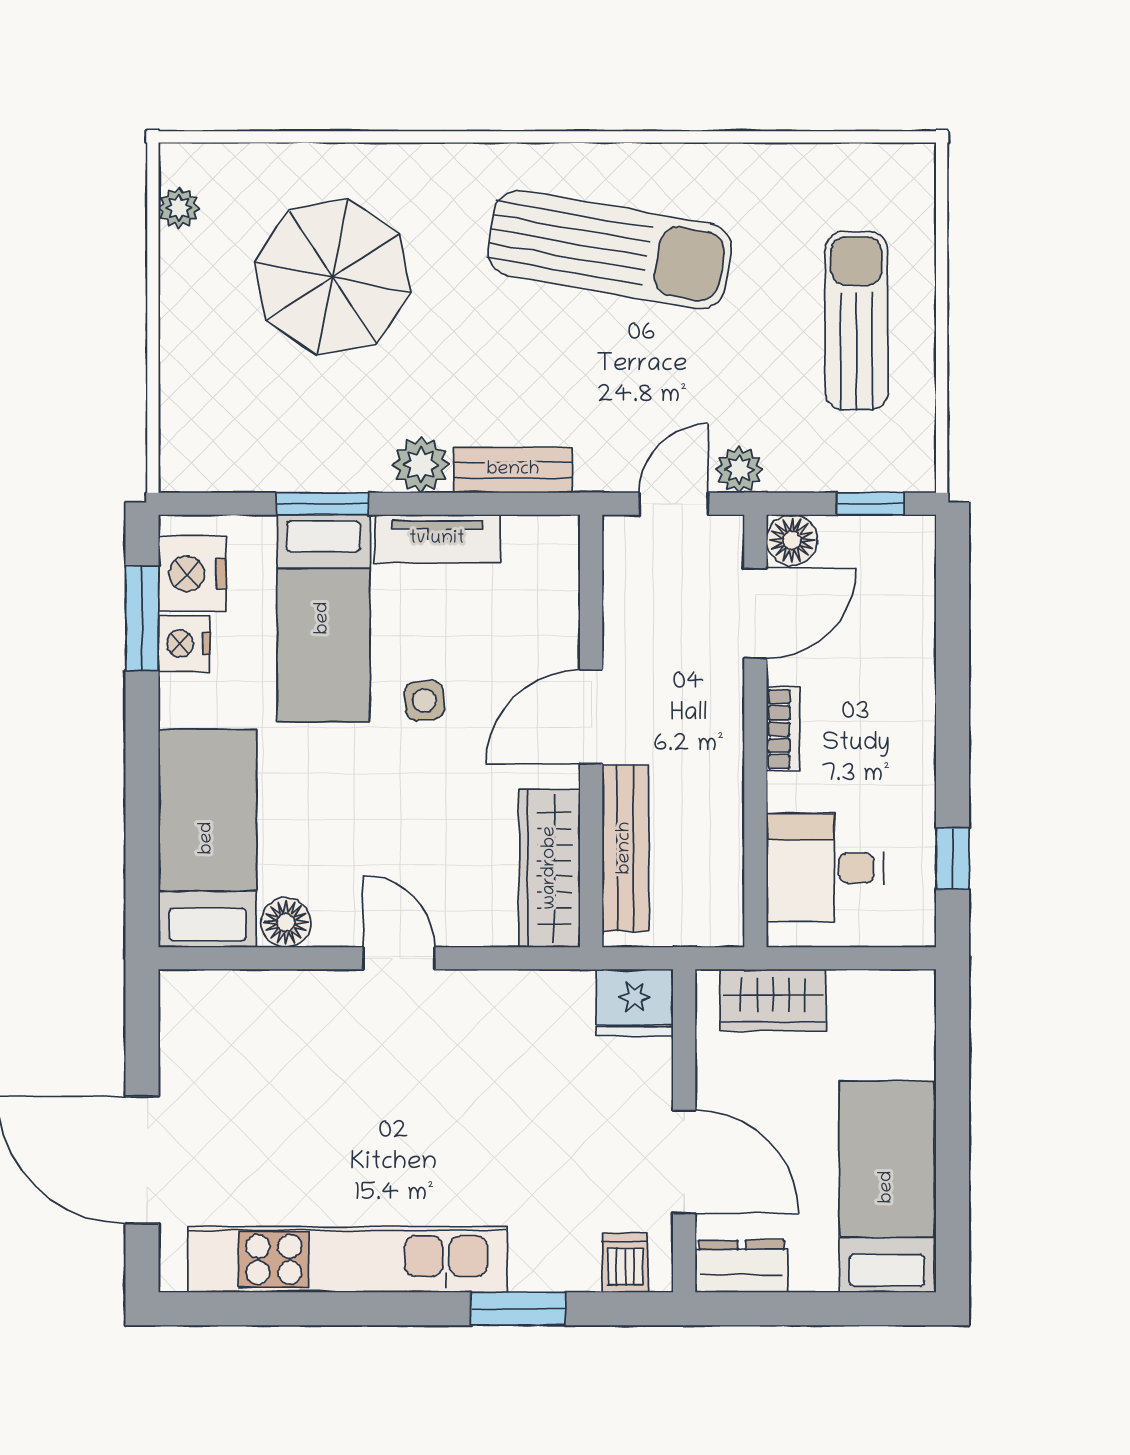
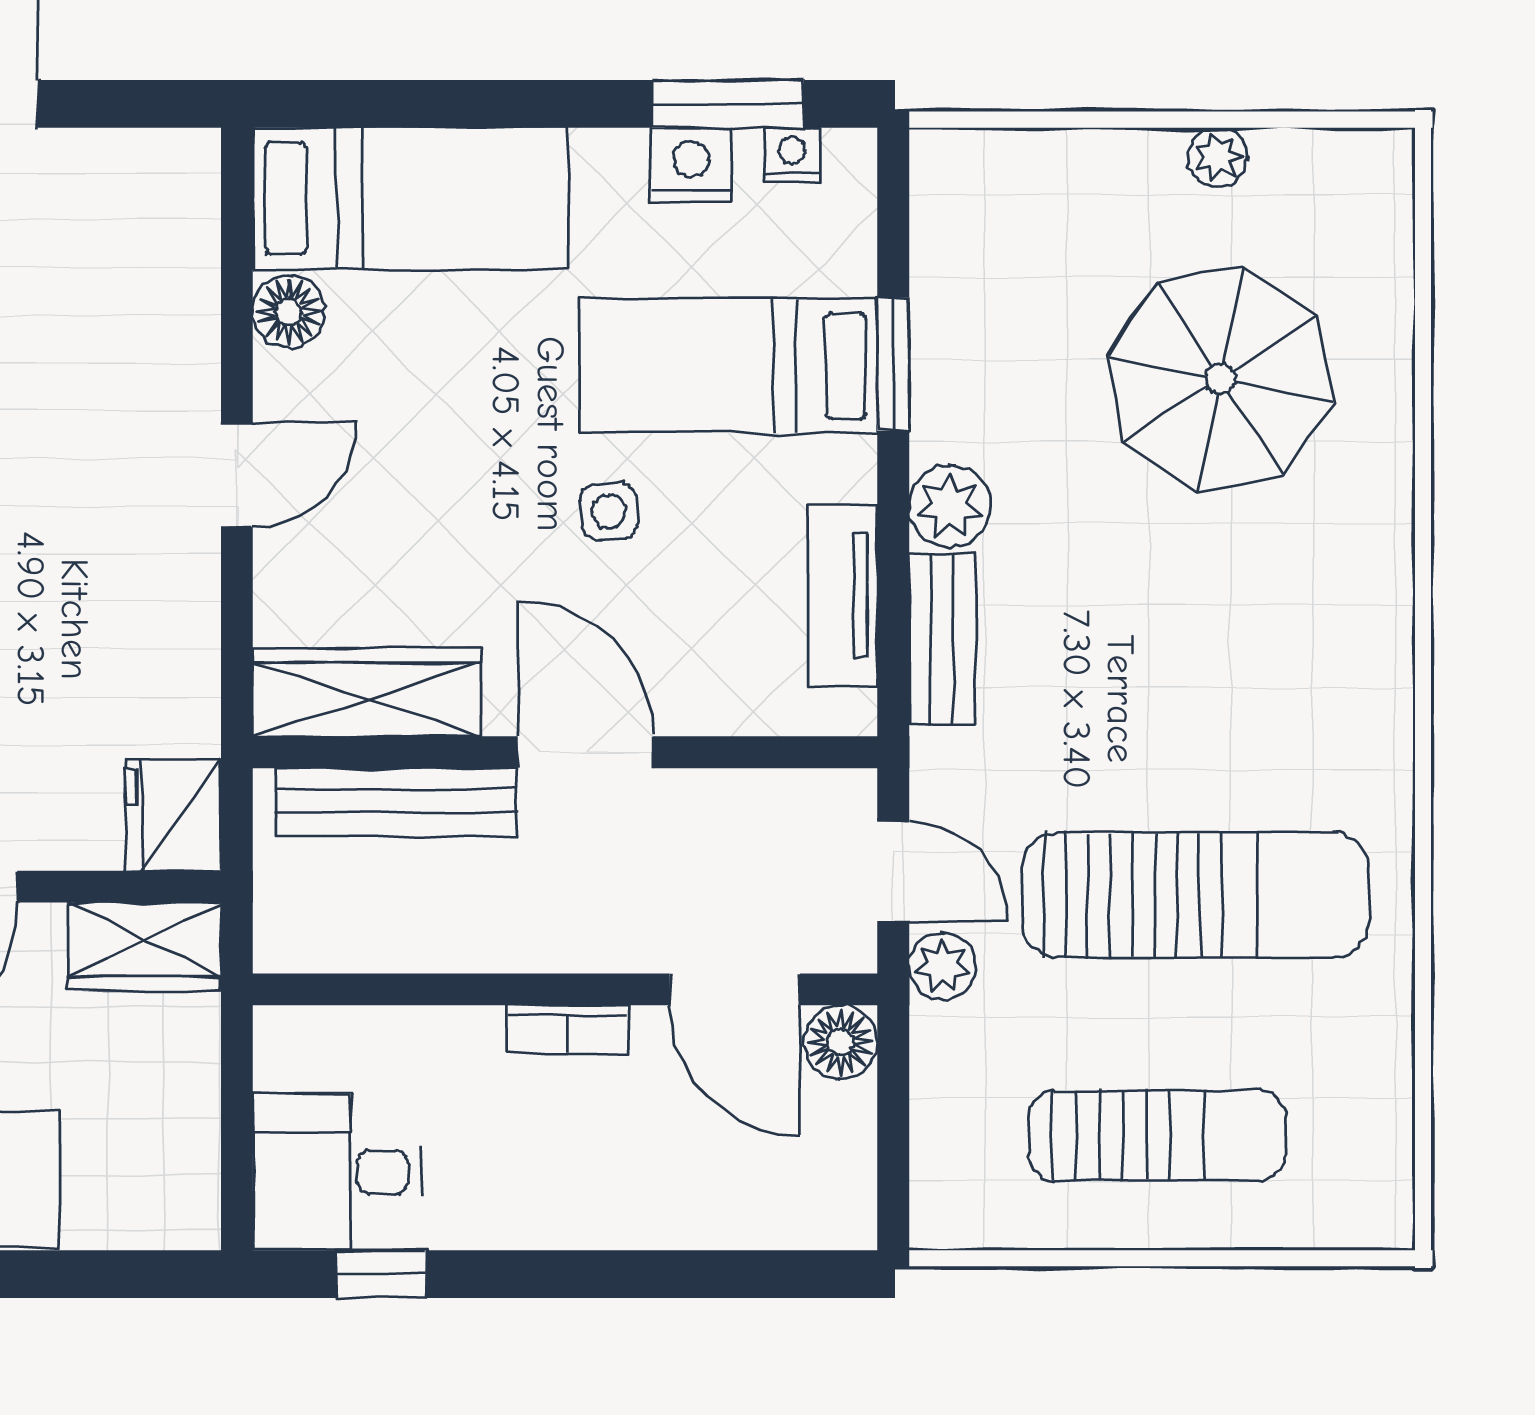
plant: (179, 208) -> (1218, 157), moved
sun lounger: (610, 250) -> (1195, 895), moved, turned -100
window: (870, 504) -> (893, 1155), removed
tv unit: (437, 539) -> (843, 596), moved
nightstand: (192, 574) -> (792, 155), width x0.53, depth x0.56
desk: (825, 868) -> (337, 1172), moved, turned -90
wardrobe: (773, 1000) -> (145, 947), moved, turned -90

